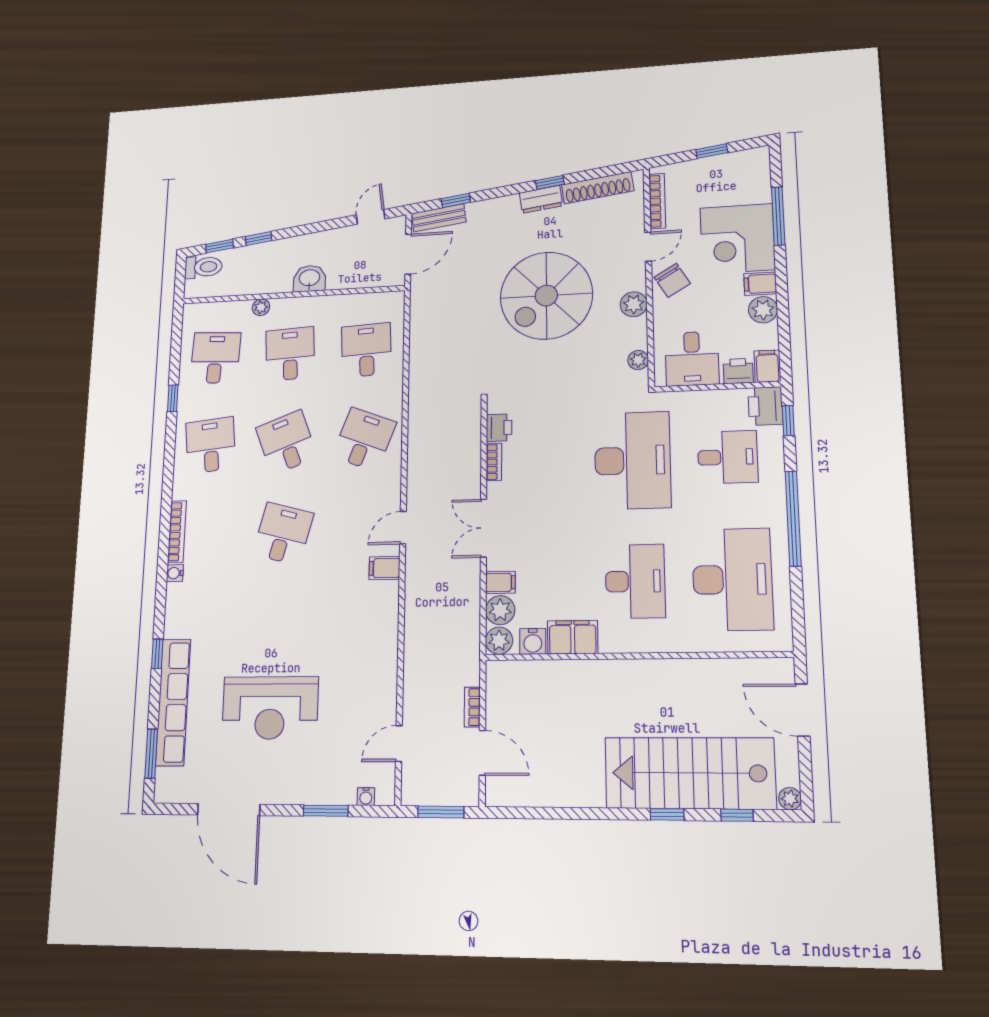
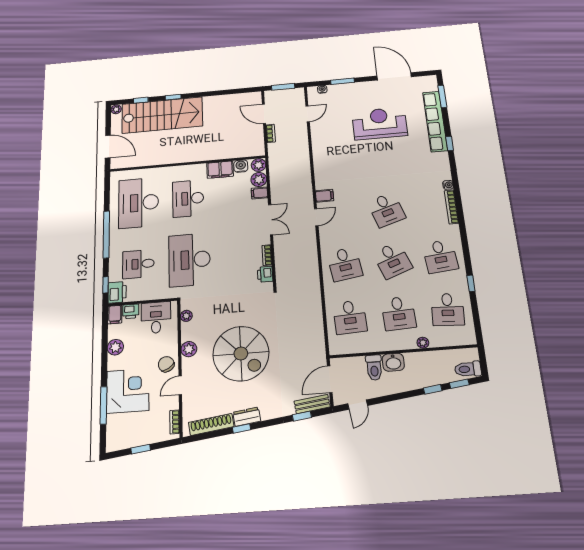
bookcase: (657, 201) -> (175, 422), width x0.64
toilet: (339, 271) -> (374, 368), added
filing cabinet: (760, 284) -> (116, 363), removed
spiral stairs: (546, 296) -> (241, 354), turned 90
desk: (364, 439) -> (345, 264), turned -30
desk: (283, 534) -> (386, 210), turned -33

